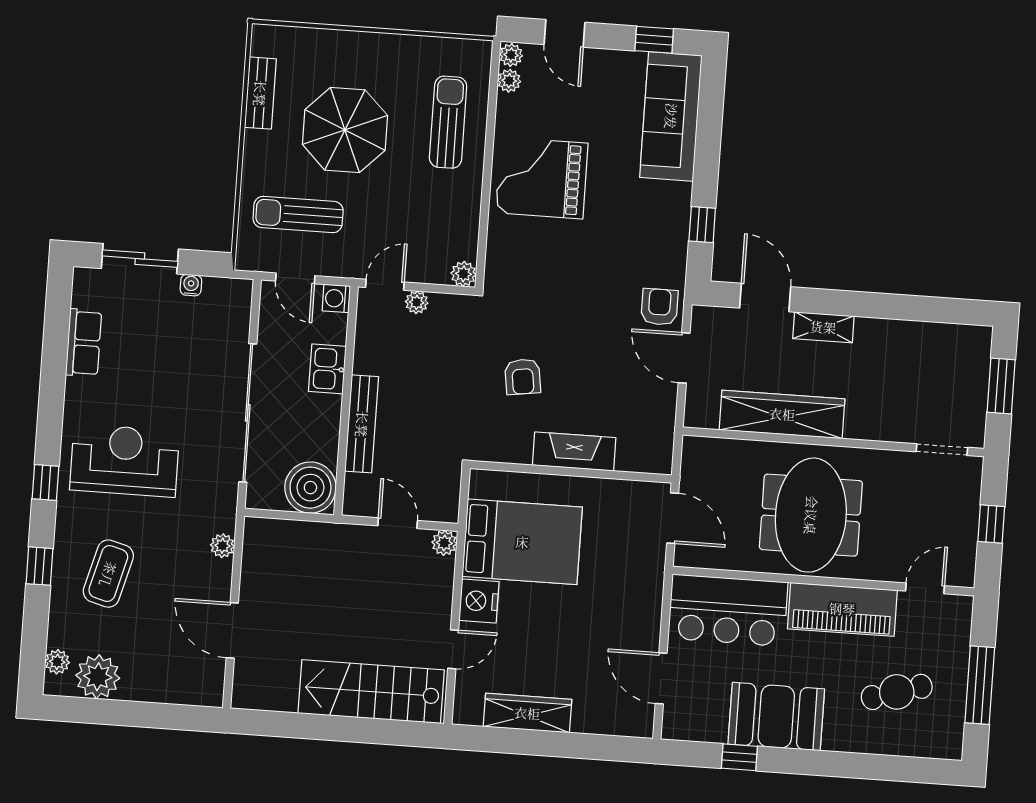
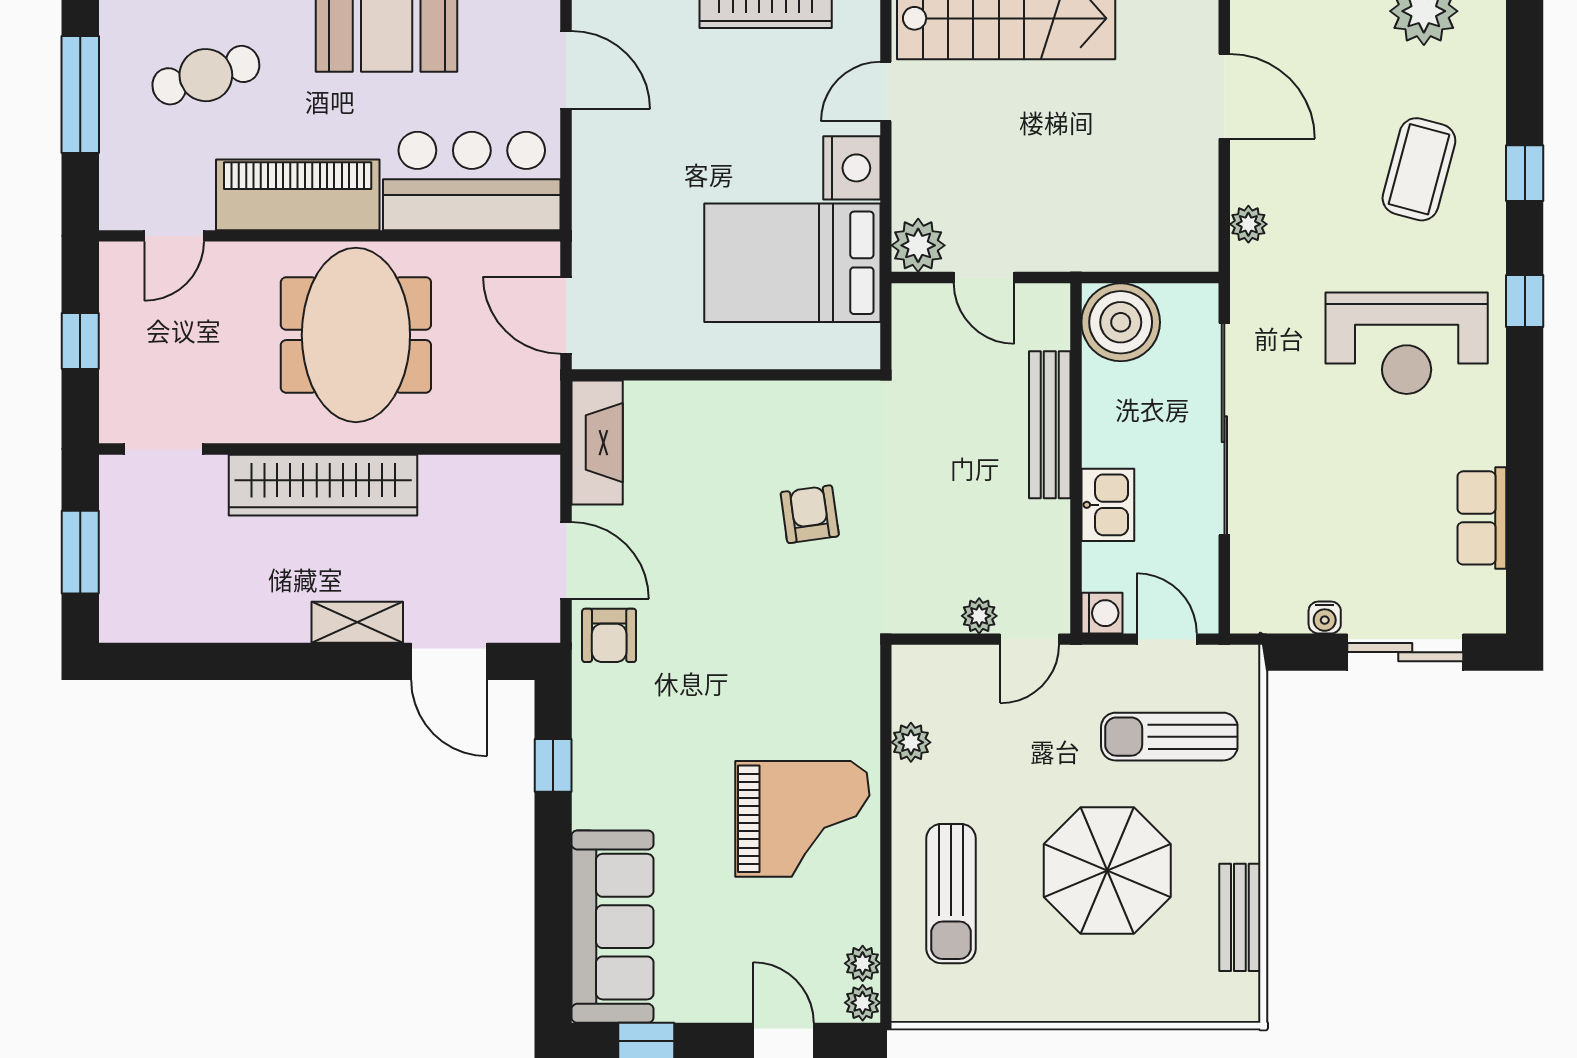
sun lounger: (298, 215) -> (1169, 737), turned 180
plant: (464, 274) -> (911, 742), moved
wardrobe: (782, 414) -> (323, 485), moved
fireplace: (574, 451) -> (597, 443), moved, turned -90
plant: (444, 543) -> (918, 245), width x1.38, depth x1.38
plant: (57, 662) -> (1487, 29), removed

